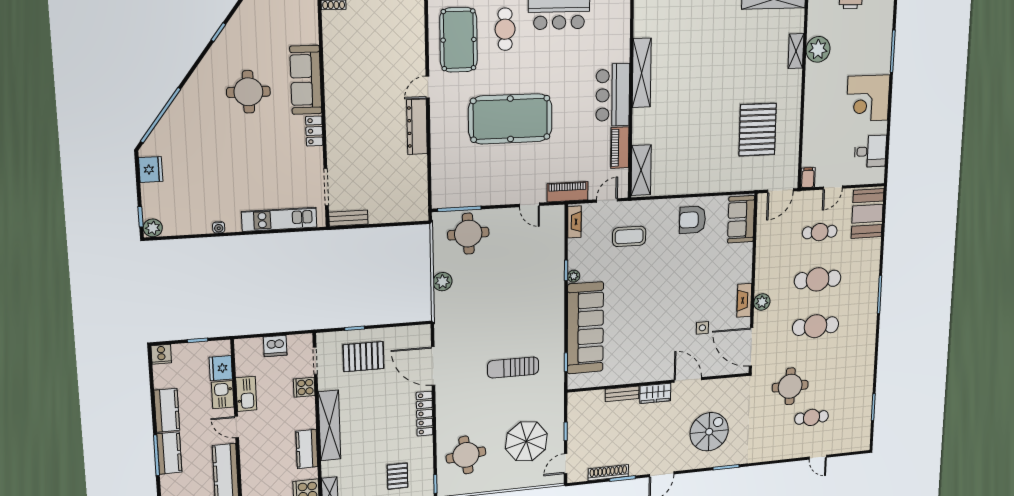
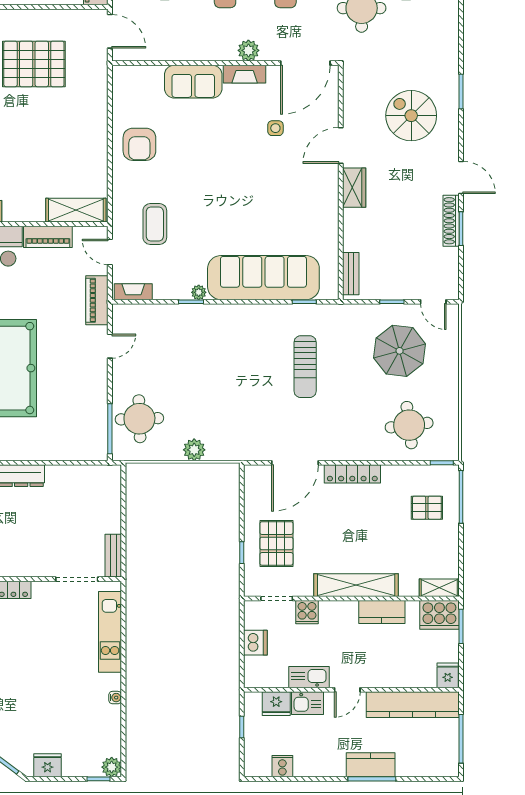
sofa: (741, 219) -> (193, 82), moved
cooker: (161, 354) -> (282, 766), moved, turned -90
bench: (622, 394) -> (351, 274), moved
kitchen counter: (167, 410) -> (320, 765), removed
shoe rack: (608, 473) -> (451, 221), moved

